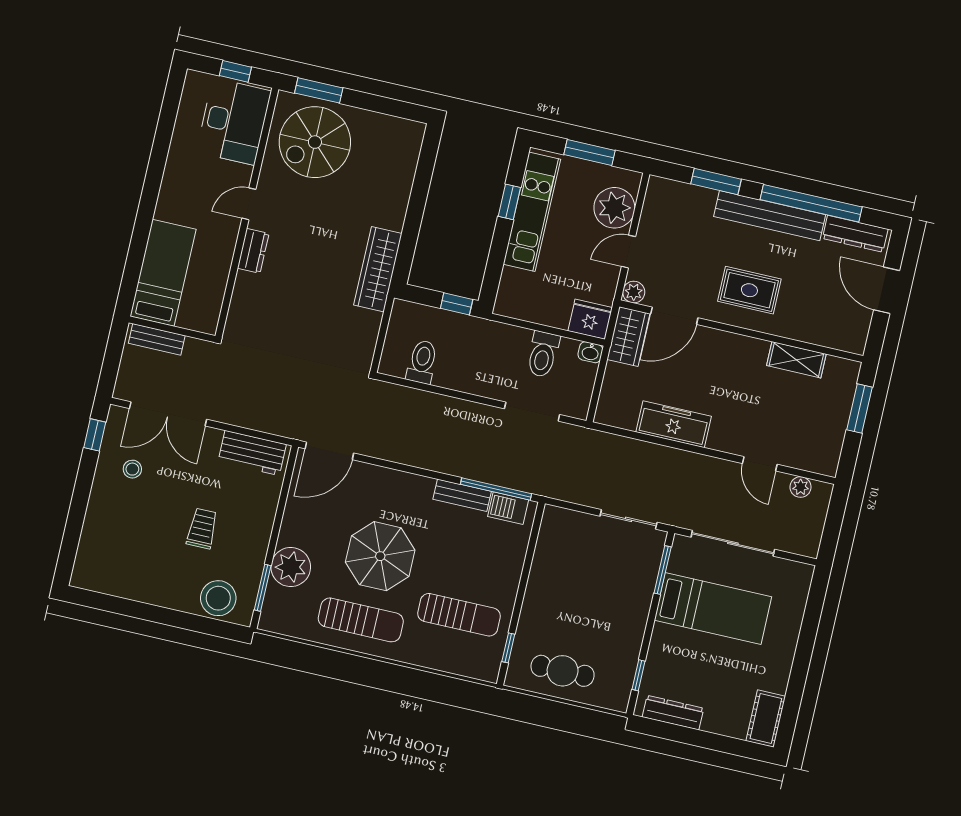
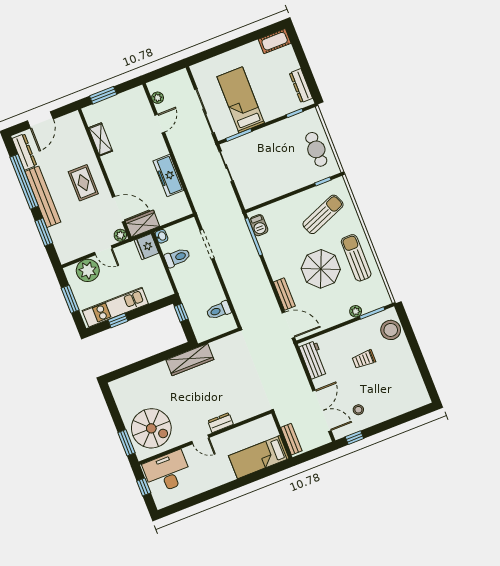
bench: (462, 495) -> (284, 294), moved
plant: (291, 567) -> (356, 311), width x0.53, depth x0.53
sun lounger: (459, 615) -> (323, 214), turned 68

